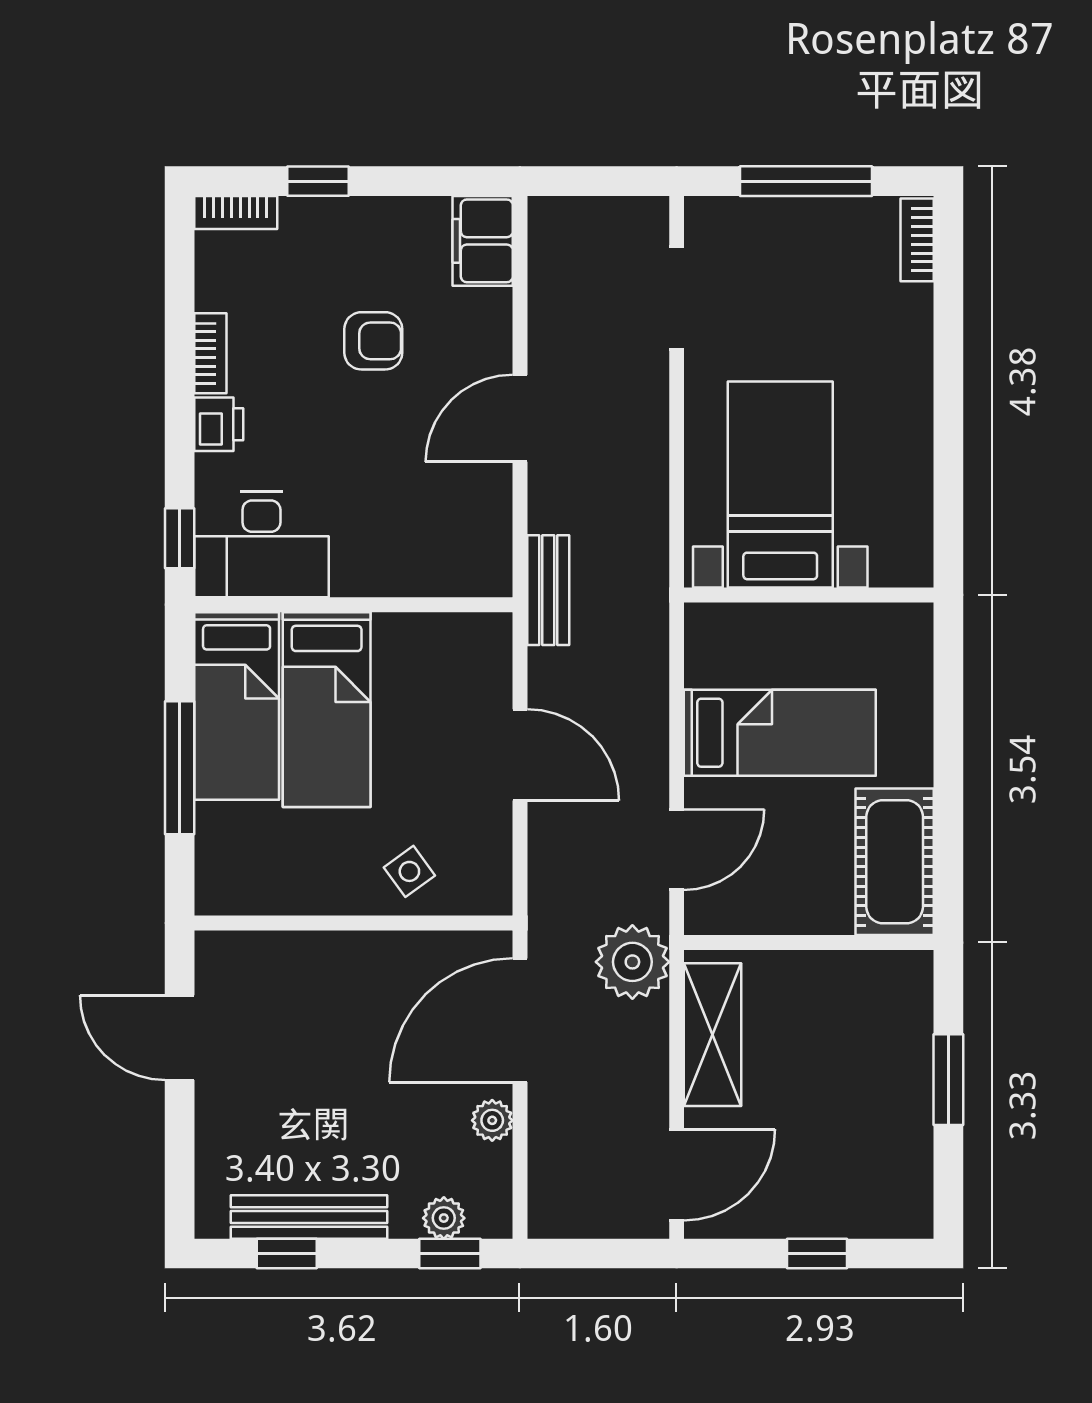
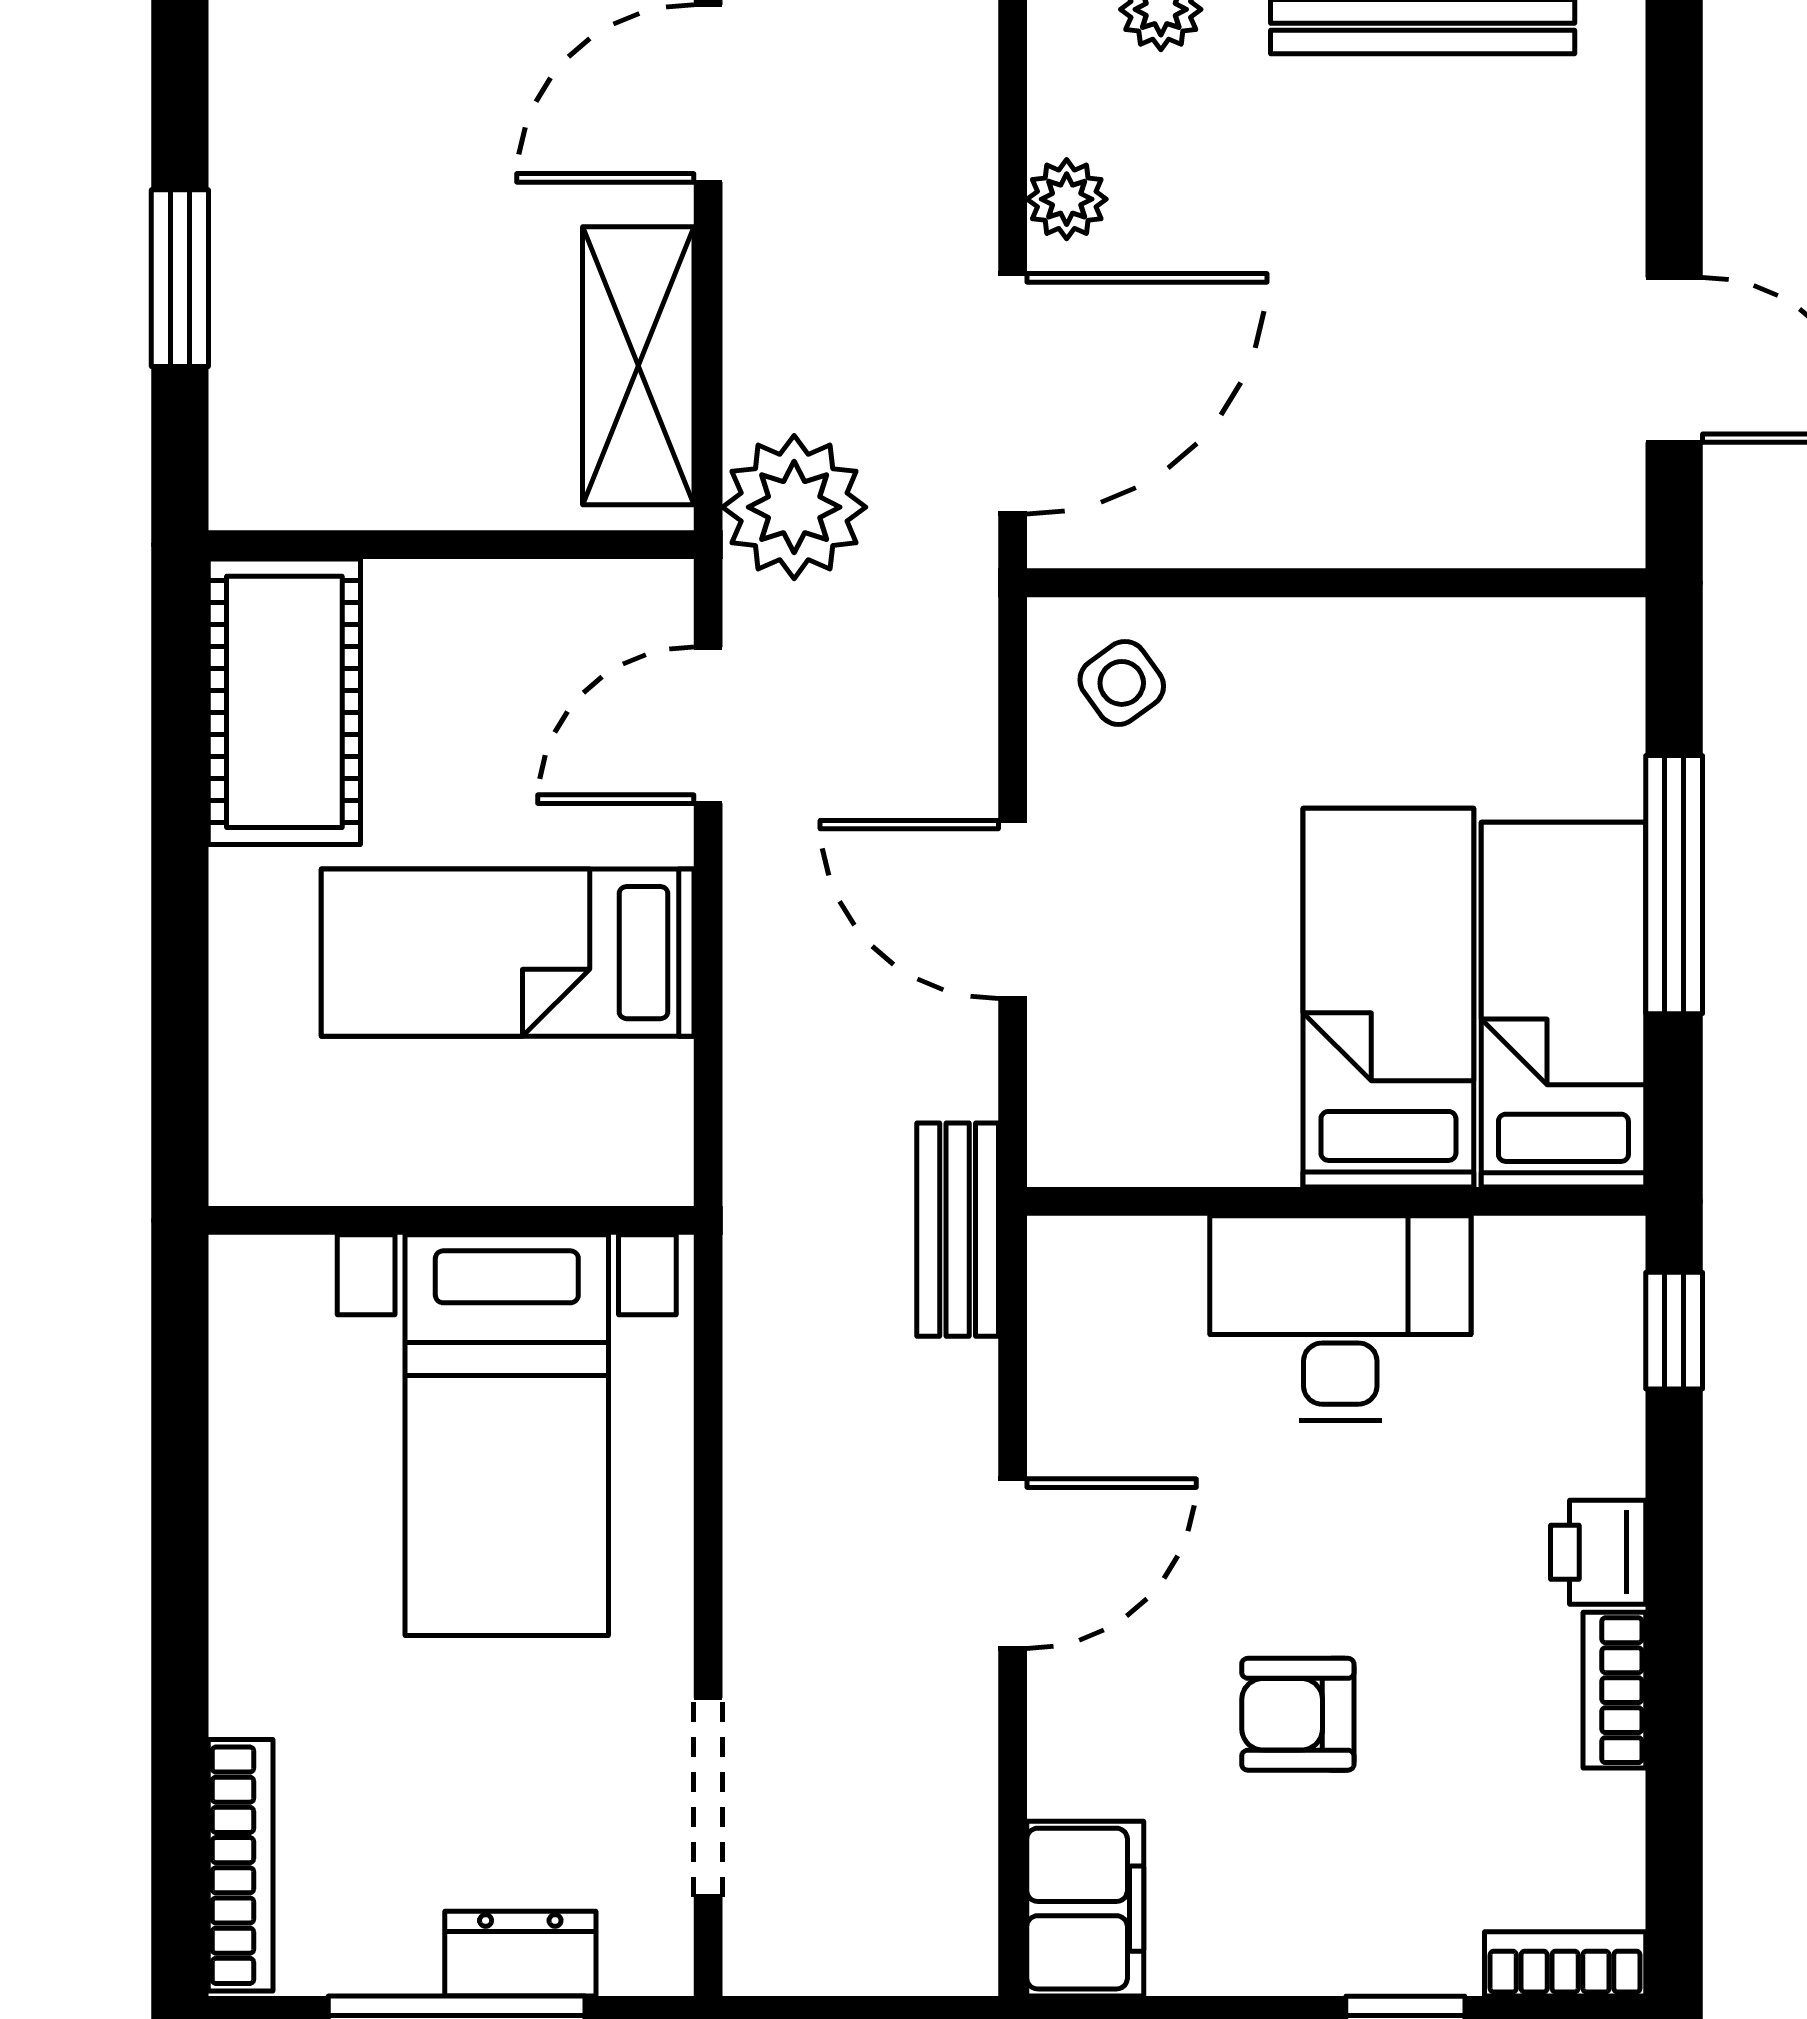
dresser: (773, 218) -> (520, 1954), added
bookcase: (917, 240) -> (241, 1865), width x1.56
desk: (261, 545) -> (1340, 1318), moved
side table: (409, 871) -> (1122, 683), moved

